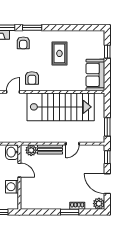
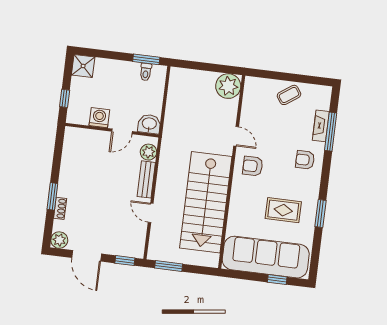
window: (32, 28) -> (320, 214), moved
sofa: (95, 75) -> (266, 257), width x1.85, depth x1.27
door: (107, 184) -> (87, 256), swing flipped

